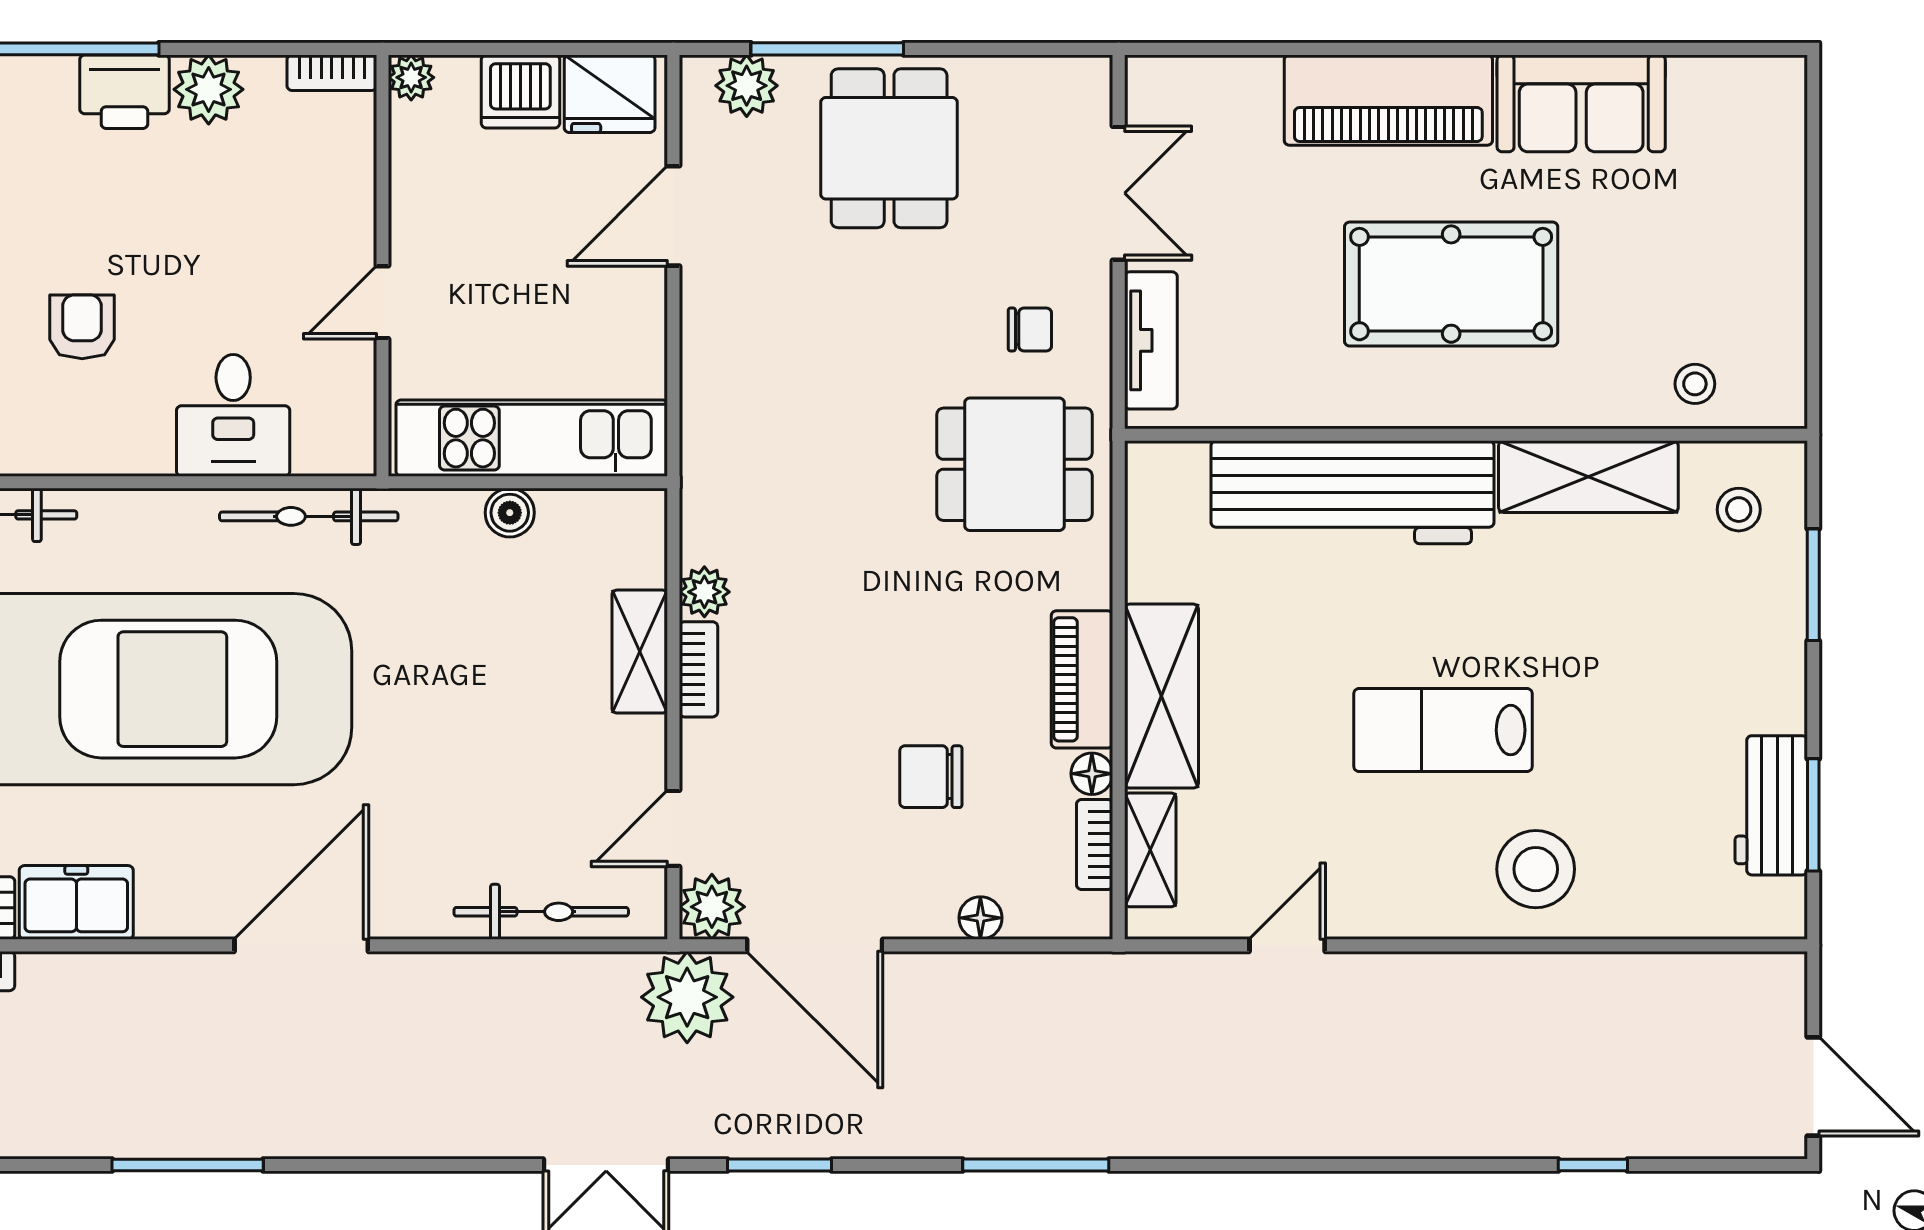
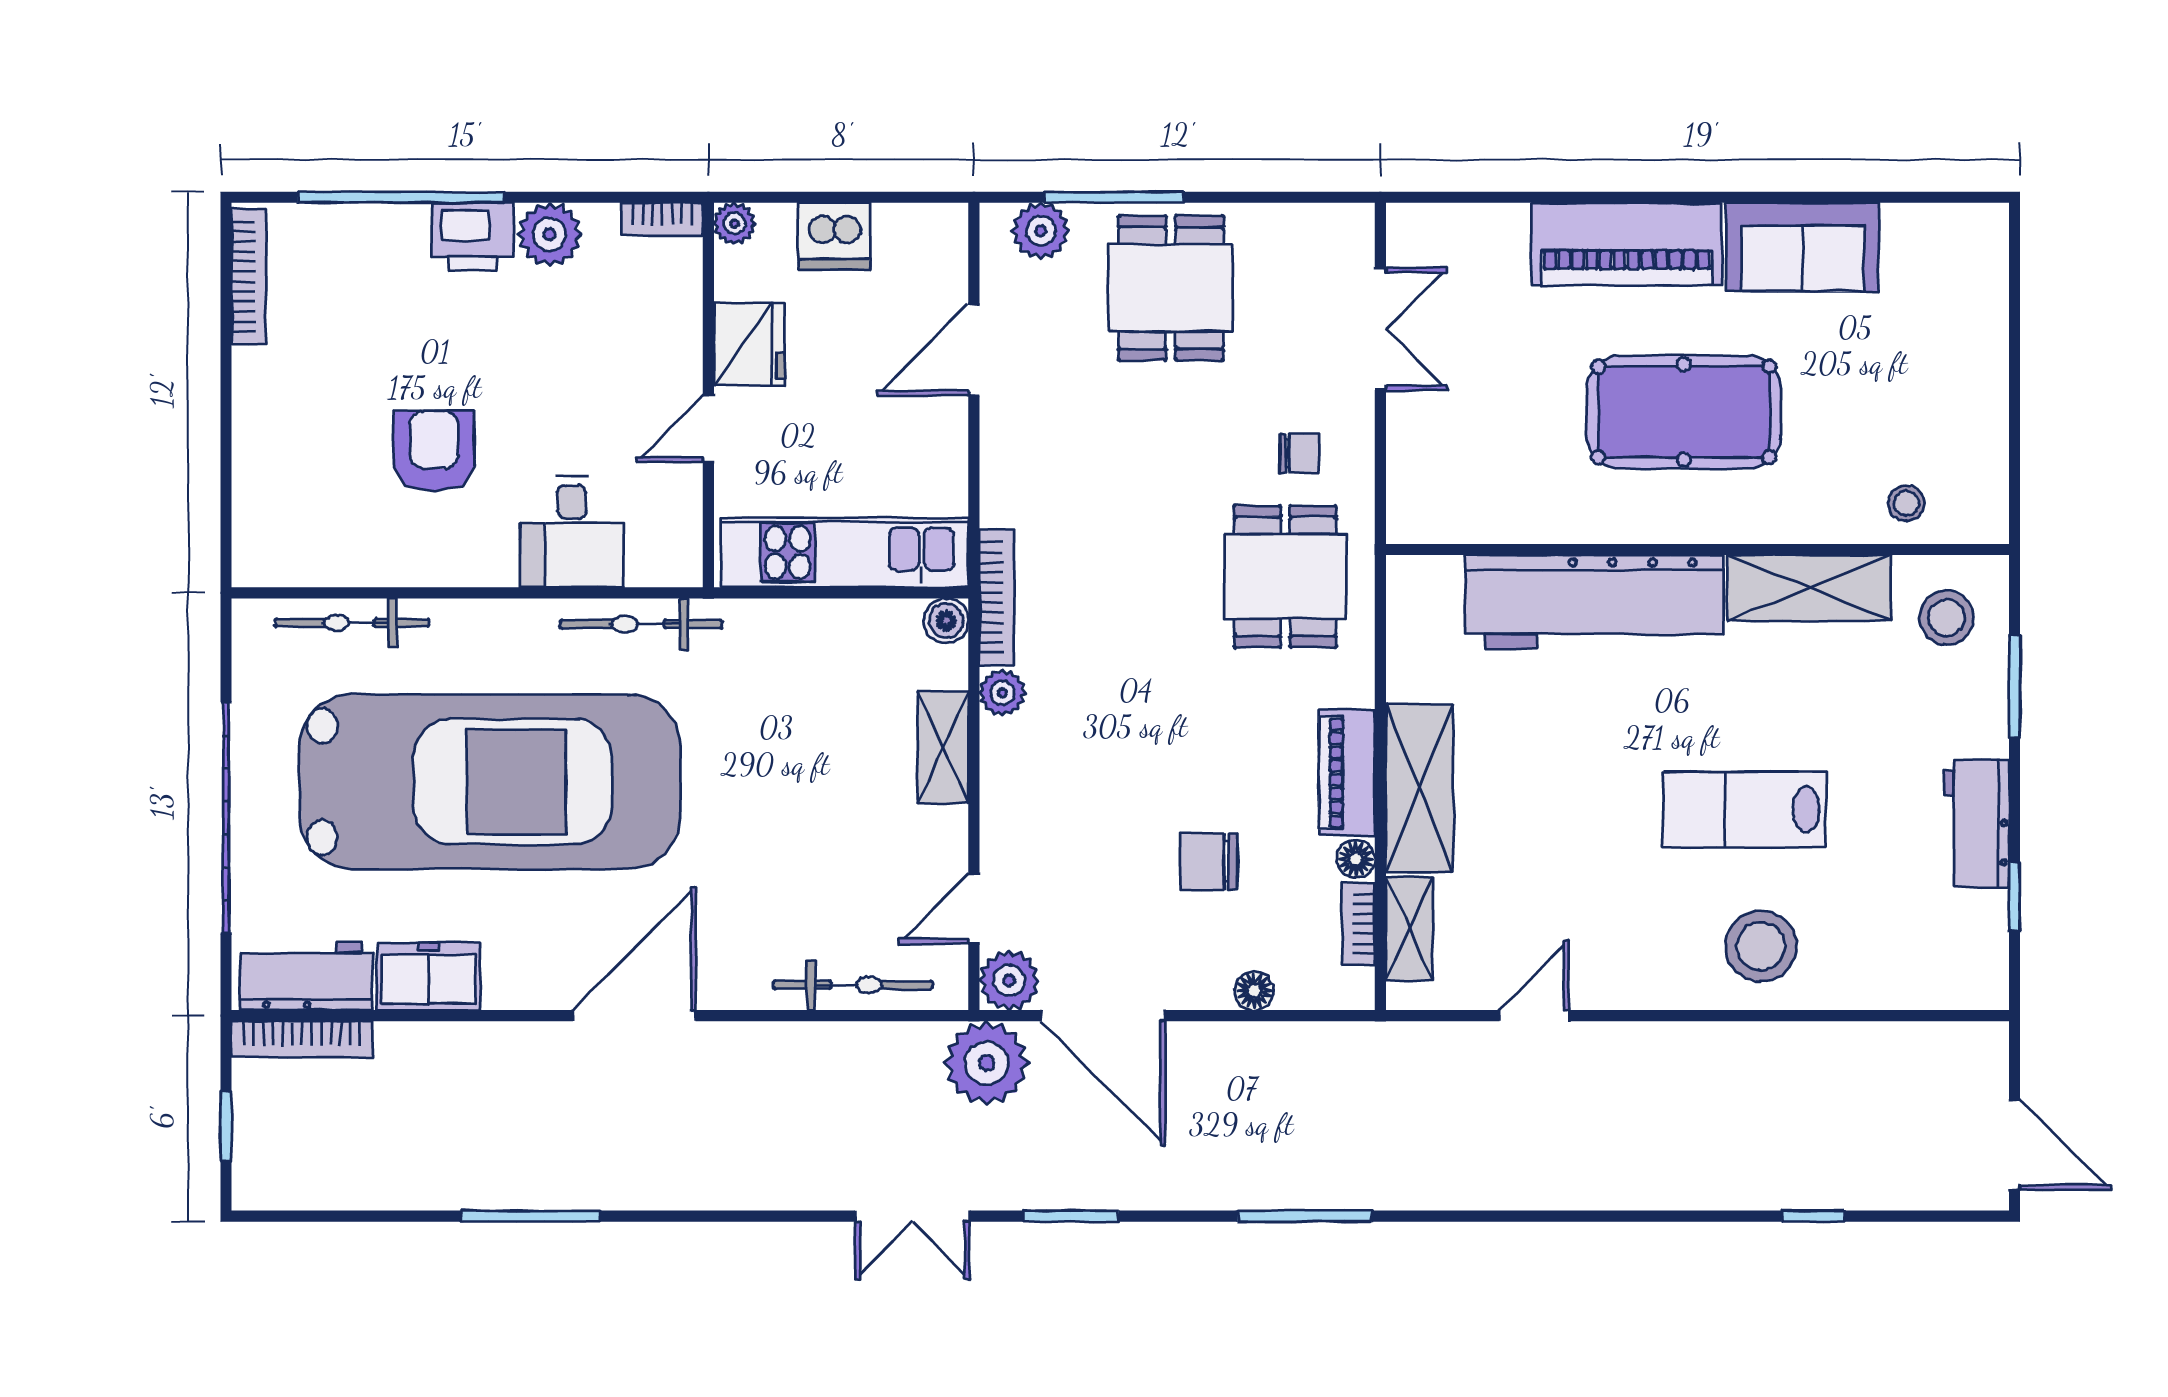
fridge: (610, 94) -> (749, 344), moved, turned -90
armchair: (82, 327) -> (434, 451), width x1.38, depth x1.38
tv unit: (1151, 340) -> (1410, 463), removed
dining table: (1015, 464) -> (1285, 576), turned 90
stool: (1739, 510) -> (1946, 618), width x1.37, depth x1.37
boiler: (510, 513) -> (946, 621), moved
bookcase: (698, 669) -> (997, 598), moved, width x1.56
lab bench: (1443, 730) -> (1744, 810), moved
workbench: (1771, 805) -> (1976, 824), moved
window: (1813, 815) -> (2015, 897), width x0.67

